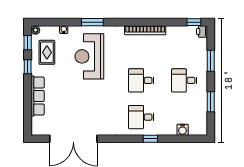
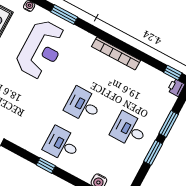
reception desk: (89, 56) -> (41, 50), turned 180
window: (211, 102) -> (153, 153), moved
window: (150, 139) -> (46, 165), moved

